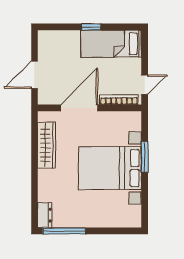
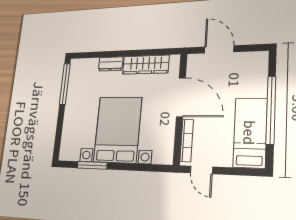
window: (91, 27) -> (271, 110), width x3.17
window: (145, 157) -> (92, 165), moved
dresser: (45, 215) -> (111, 64), moved

